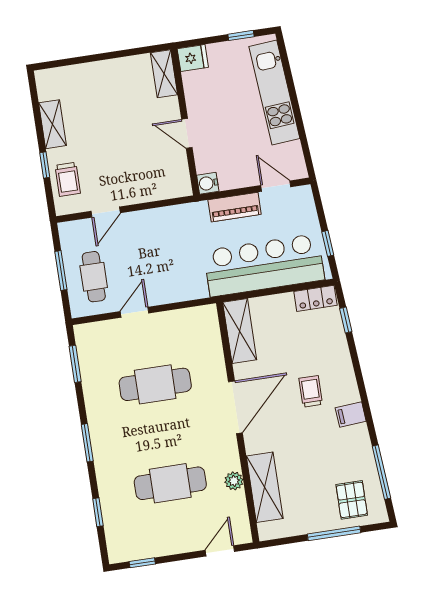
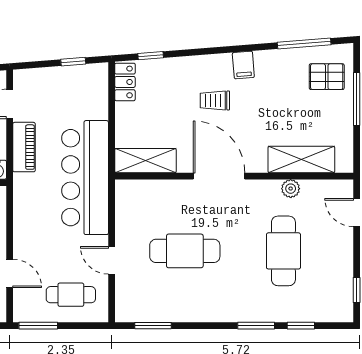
bar counter: (264, 265) -> (85, 178), moved
window: (61, 270) -> (38, 326), moved
cafe table: (155, 384) -> (185, 251), turned 90
window: (87, 443) -> (256, 326), moved

